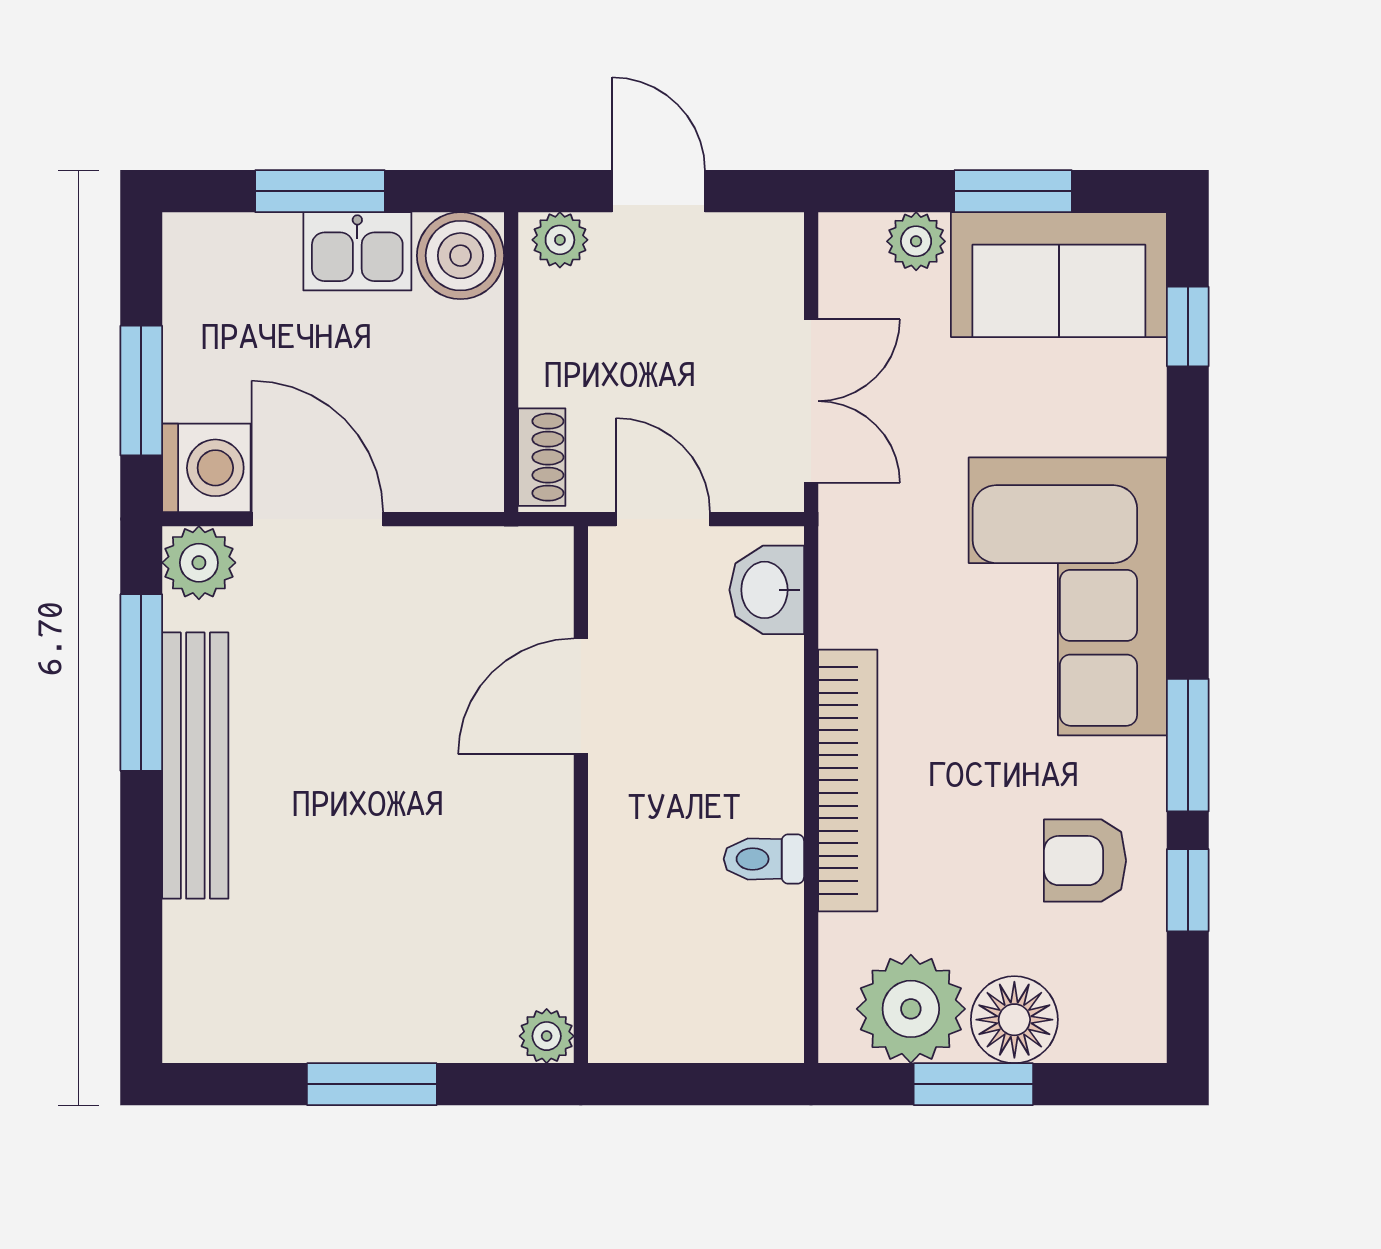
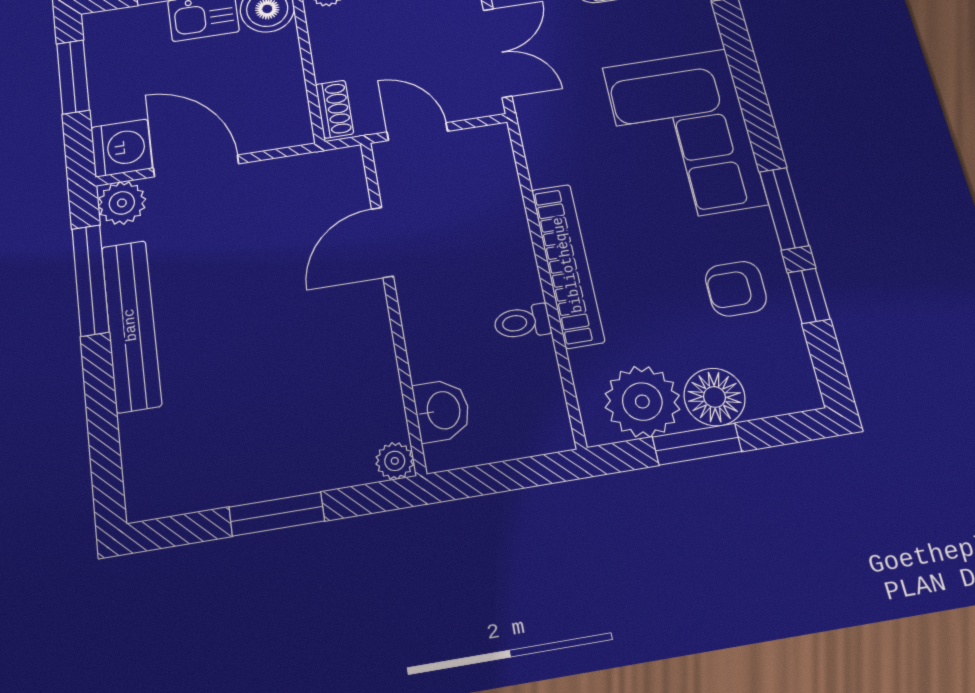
window: (141, 391) -> (73, 77), moved
washbasin: (767, 590) -> (442, 410), moved, turned 180

